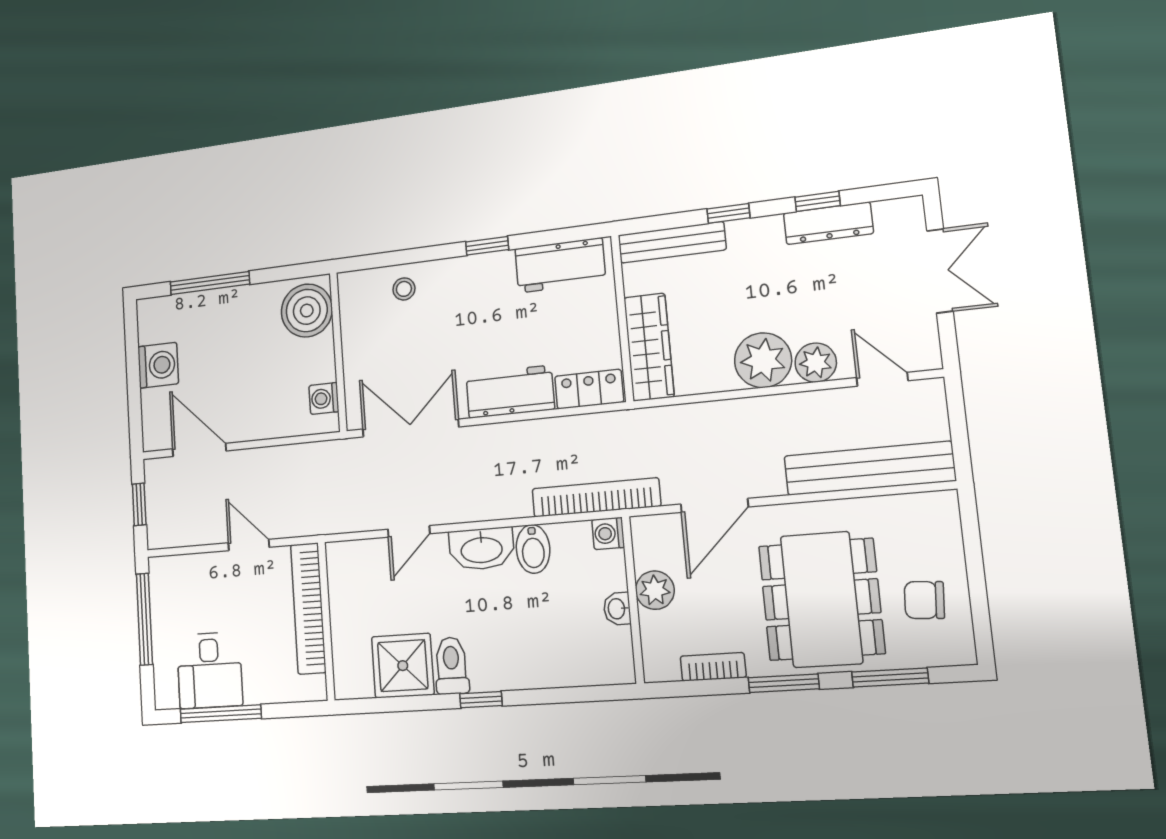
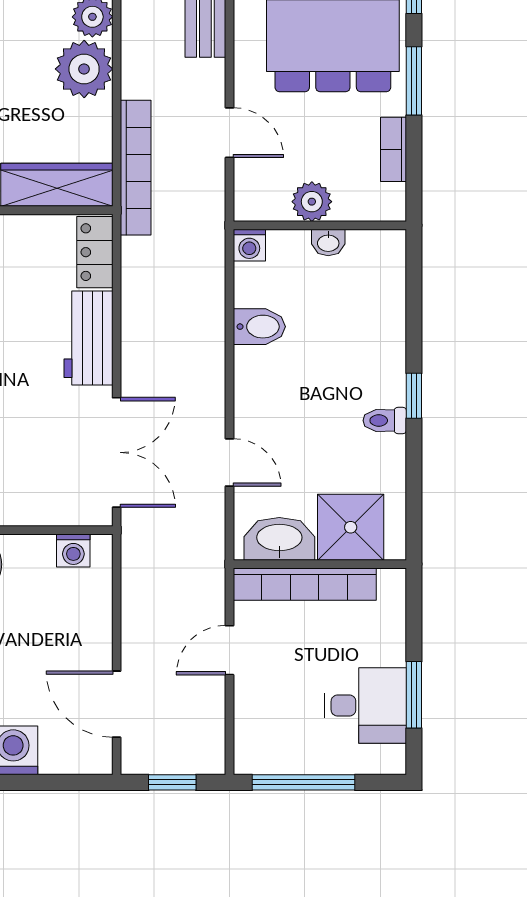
double door: (410, 428) -> (117, 452), swing flipped
door: (199, 450) -> (117, 704), hinge flipped
bookcase: (596, 497) -> (136, 168), moved, turned 180
door: (714, 505) -> (229, 133), width x0.73
washbasin: (481, 549) -> (279, 539), moved, turned -90
shower: (403, 666) -> (351, 527), moved
toilet: (451, 666) -> (385, 420), width x0.73, depth x0.72
window: (221, 714) -> (414, 695), width x0.69

